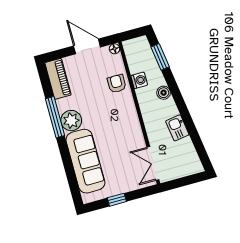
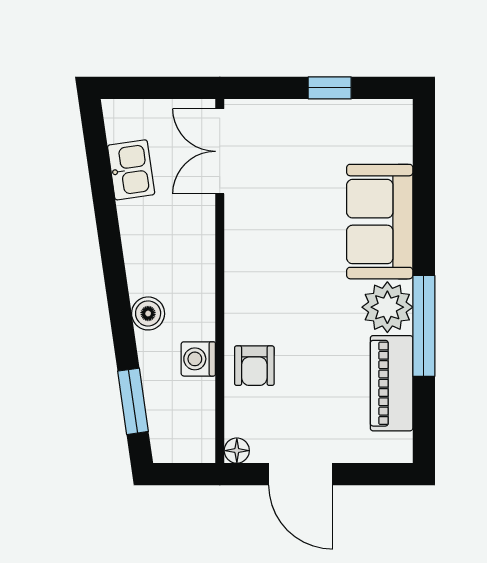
piano: (58, 79) -> (392, 383), moved
kitchen sink: (177, 128) -> (131, 170), moved
sofa: (85, 161) -> (380, 222), width x0.73
double door: (153, 163) -> (220, 151), swing flipped

